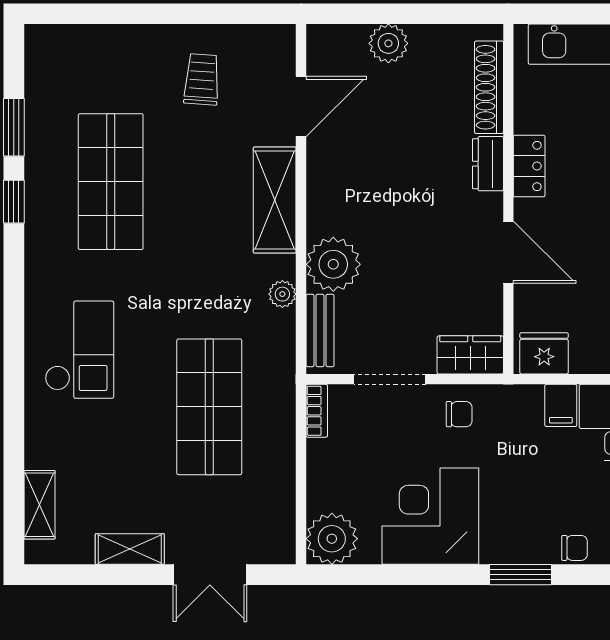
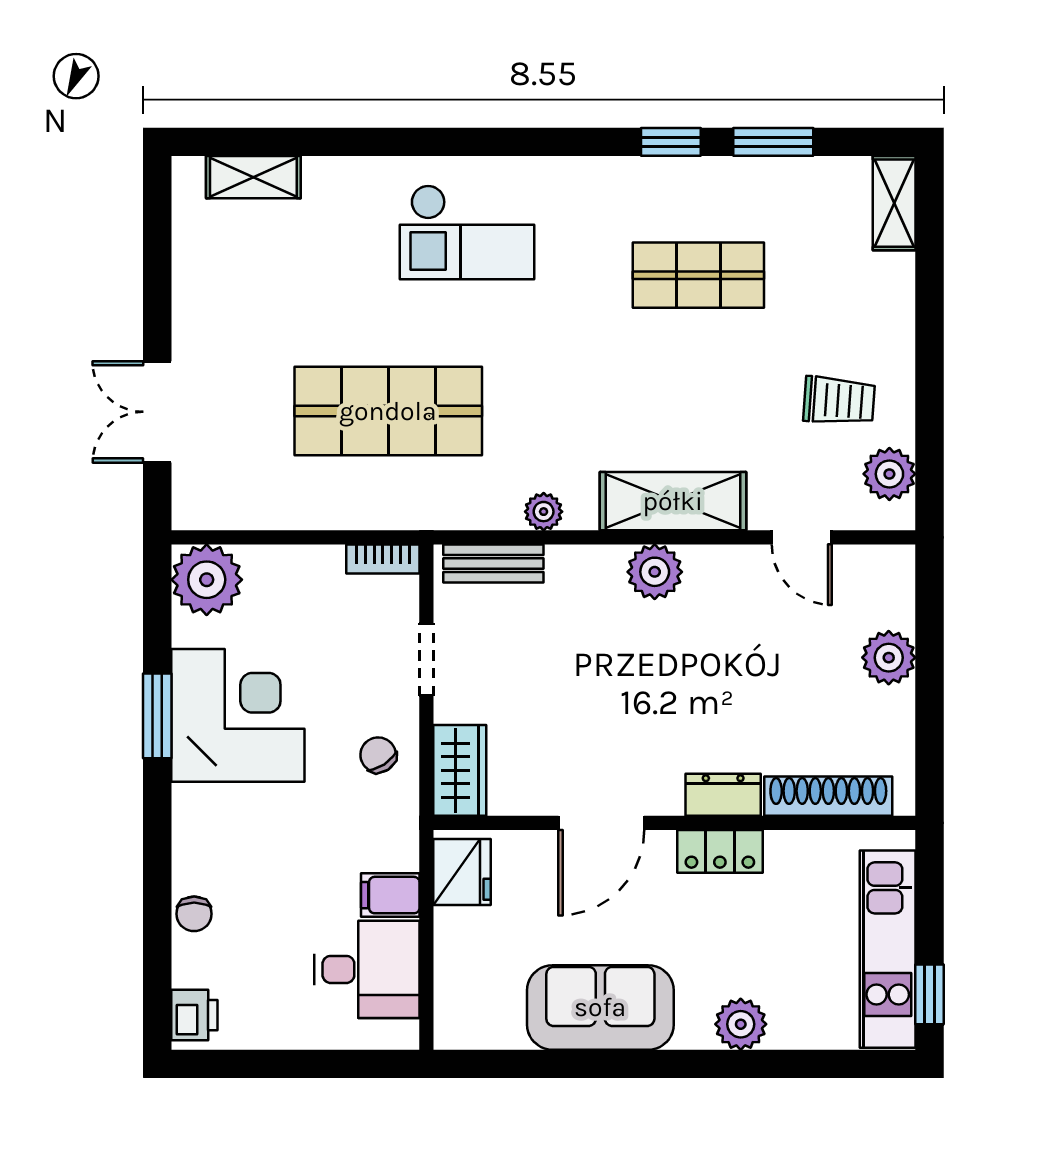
plant: (255, 43) -> (889, 474), added
door: (301, 107) -> (802, 537), width x0.73
shop shelf: (111, 182) -> (698, 275), width x0.70, depth x0.74
plant: (333, 264) -> (655, 572), moved, width x0.73, depth x0.73
doorway: (390, 379) -> (426, 659), width x0.73
chair: (459, 414) -> (378, 755), turned 147
shelving: (130, 549) -> (894, 203), moved
window: (521, 575) -> (157, 716), moved

